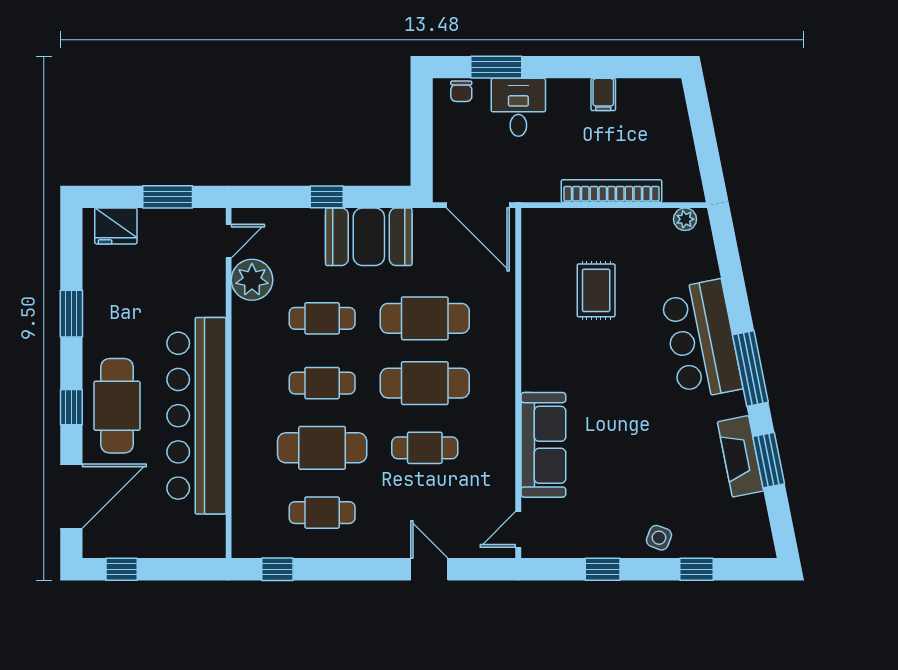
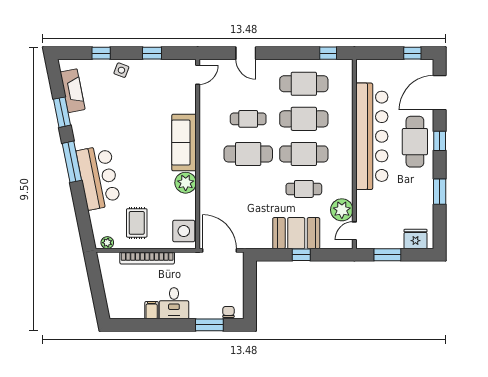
desk: (518, 107) -> (174, 303), moved
booth: (369, 237) -> (296, 233), moved
side table: (544, 241) -> (184, 231), added
rug: (596, 290) -> (137, 223), moved
cafe table: (425, 318) -> (248, 189), removed
plant: (541, 330) -> (186, 183), added
cafe table: (322, 383) -> (304, 154), width x1.37, depth x1.35
sofa: (543, 445) -> (184, 143), moved
fireplace: (740, 456) -> (73, 91), moved
cafe table: (322, 513) -> (304, 84), width x1.37, depth x1.35

